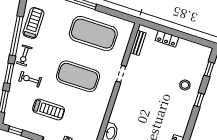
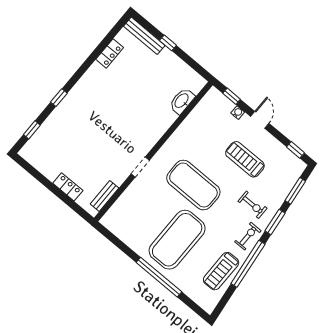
exercise mat: (93, 34) -> (177, 240), moved, turned 90
stool: (185, 85) -> (69, 122), removed

